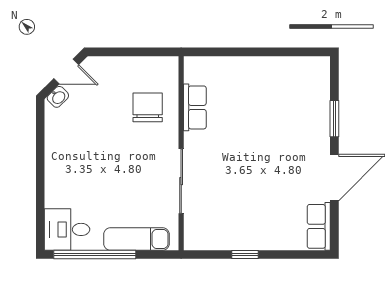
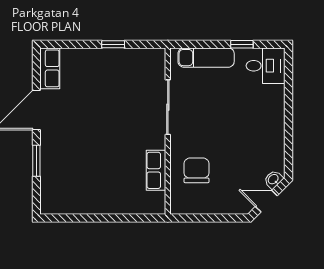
chair: (148, 107) -> (196, 170), turned 180
window: (95, 255) -> (242, 44), width x0.32

